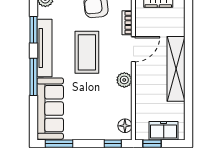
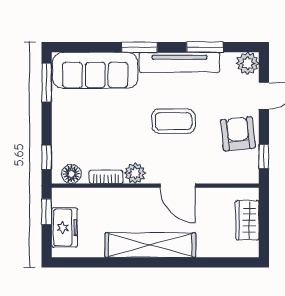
bookcase: (127, 23) -> (106, 177), moved
coffee table: (87, 52) -> (173, 121), width x0.73, depth x0.76
window: (34, 77) -> (139, 47), width x0.69

